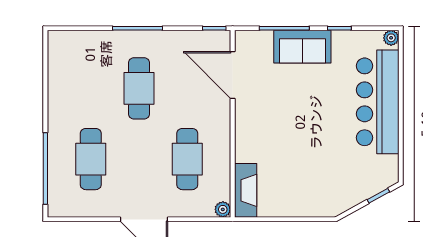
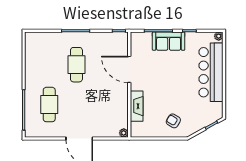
door: (233, 75) -> (129, 69), moved
cafe table: (187, 159) -> (104, 105), removed
armchair: (311, 188) -> (173, 121), added
fireplace: (246, 190) -> (137, 106), moved

